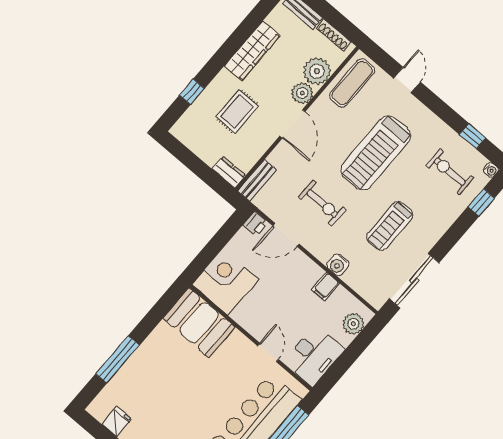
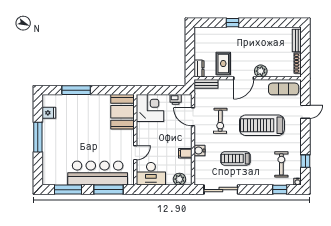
wardrobe: (252, 51) -> (260, 34), removed
plant: (317, 71) -> (276, 69), removed
window: (192, 92) -> (232, 23), moved
rug: (237, 111) -> (223, 64), moved, turned 90
printer: (255, 224) -> (176, 99), moved

